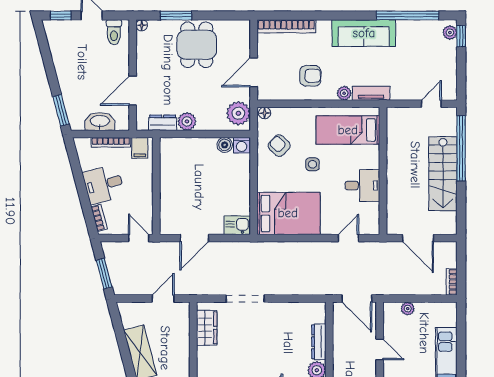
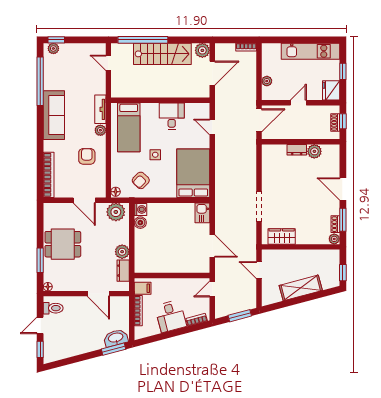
washbasin: (100, 121) -> (116, 338), moved, turned 75
plant: (447, 225) -> (202, 50), added
dresser: (319, 342) -> (297, 150), width x0.70

